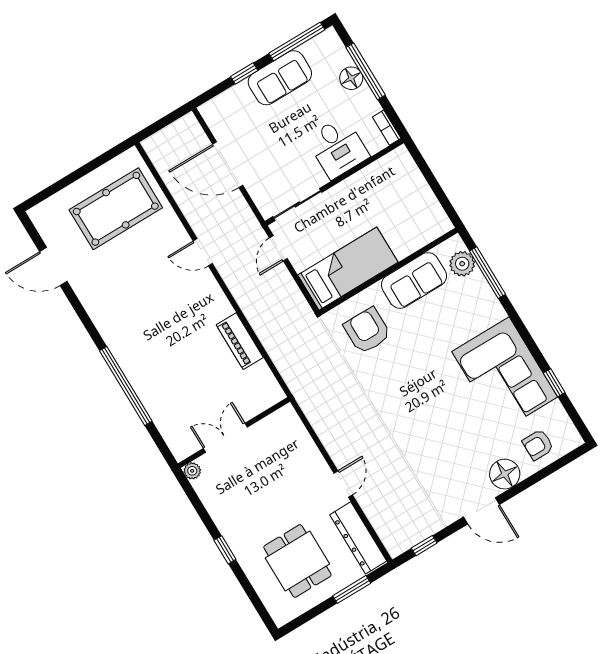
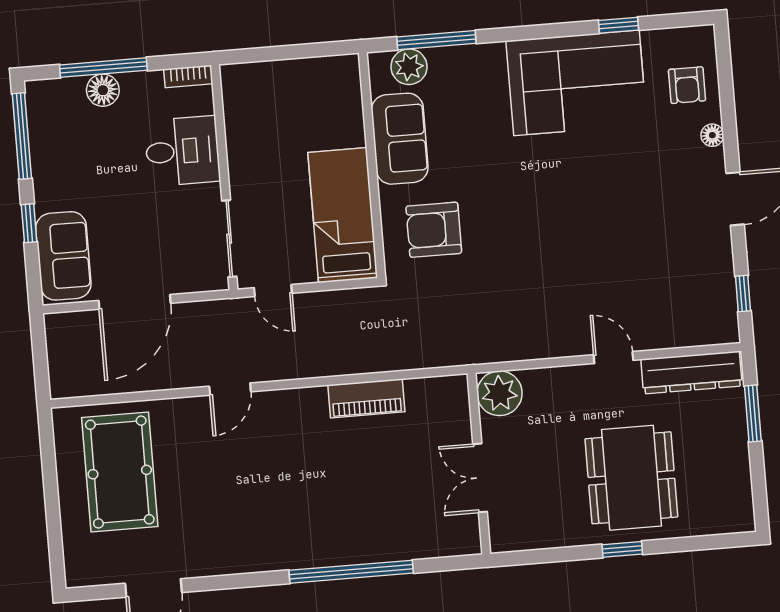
sofa: (280, 78) -> (63, 256), moved
plant: (192, 471) -> (500, 393), moved, width x1.87, depth x1.87
floor lamp: (505, 474) -> (712, 135), width x0.53, depth x0.53
dining table: (297, 561) -> (631, 478), moved, width x1.38

